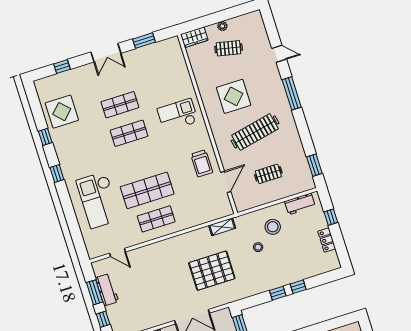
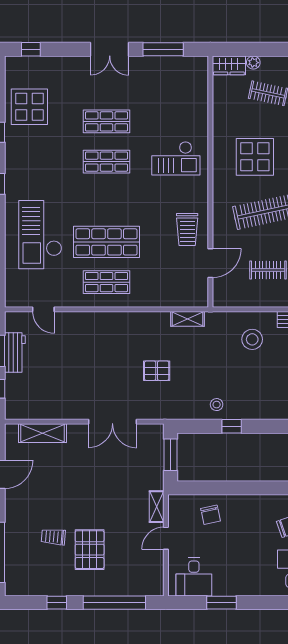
plant: (222, 26) -> (253, 63), moved
window: (144, 41) -> (163, 49), width x1.44
window: (62, 67) -> (31, 49), moved
checkout: (178, 115) -> (176, 158), turned 180
stool: (258, 247) -> (217, 405), moved
pallet: (212, 271) -> (157, 371), width x0.49, depth x0.50
window: (298, 287) -> (260, 426), removed

